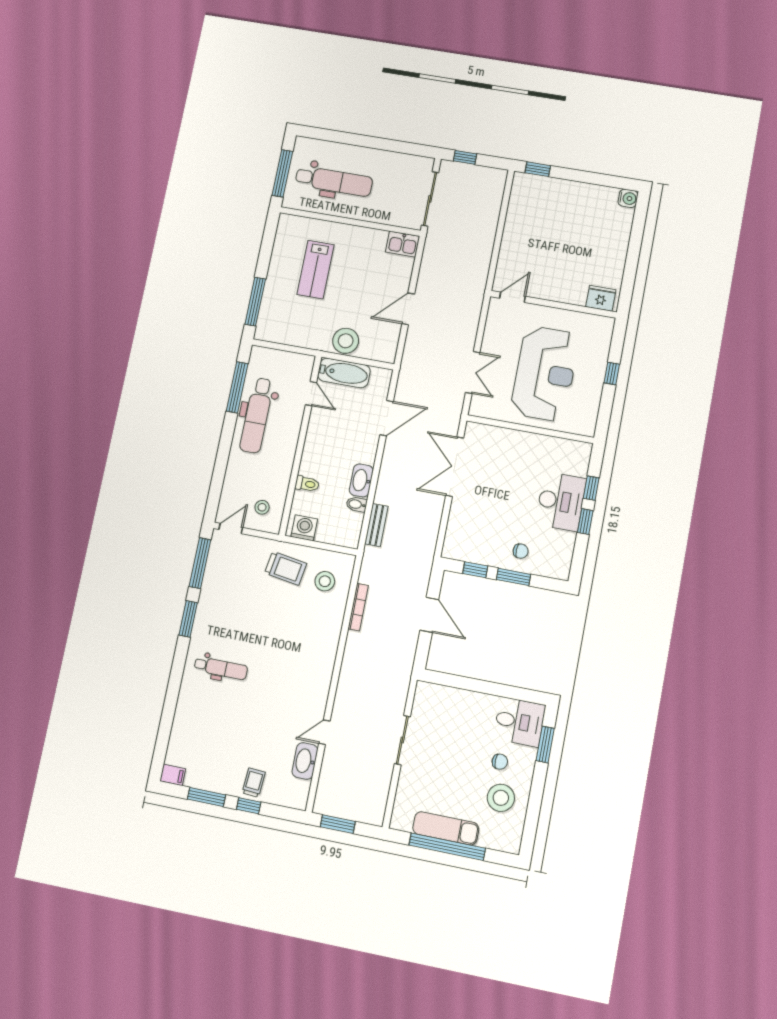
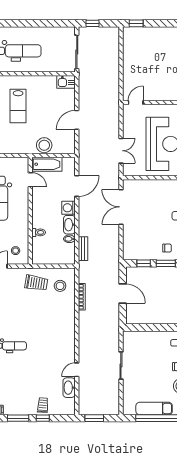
washing machine: (304, 528) -> (68, 208), moved, turned -90

